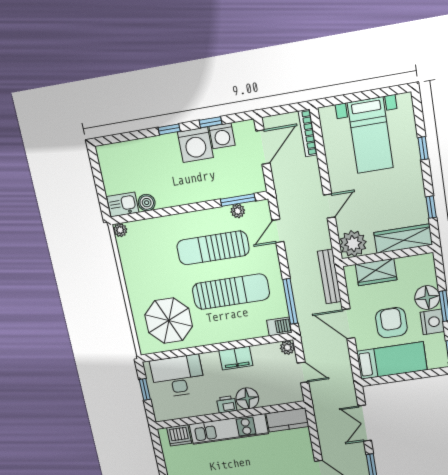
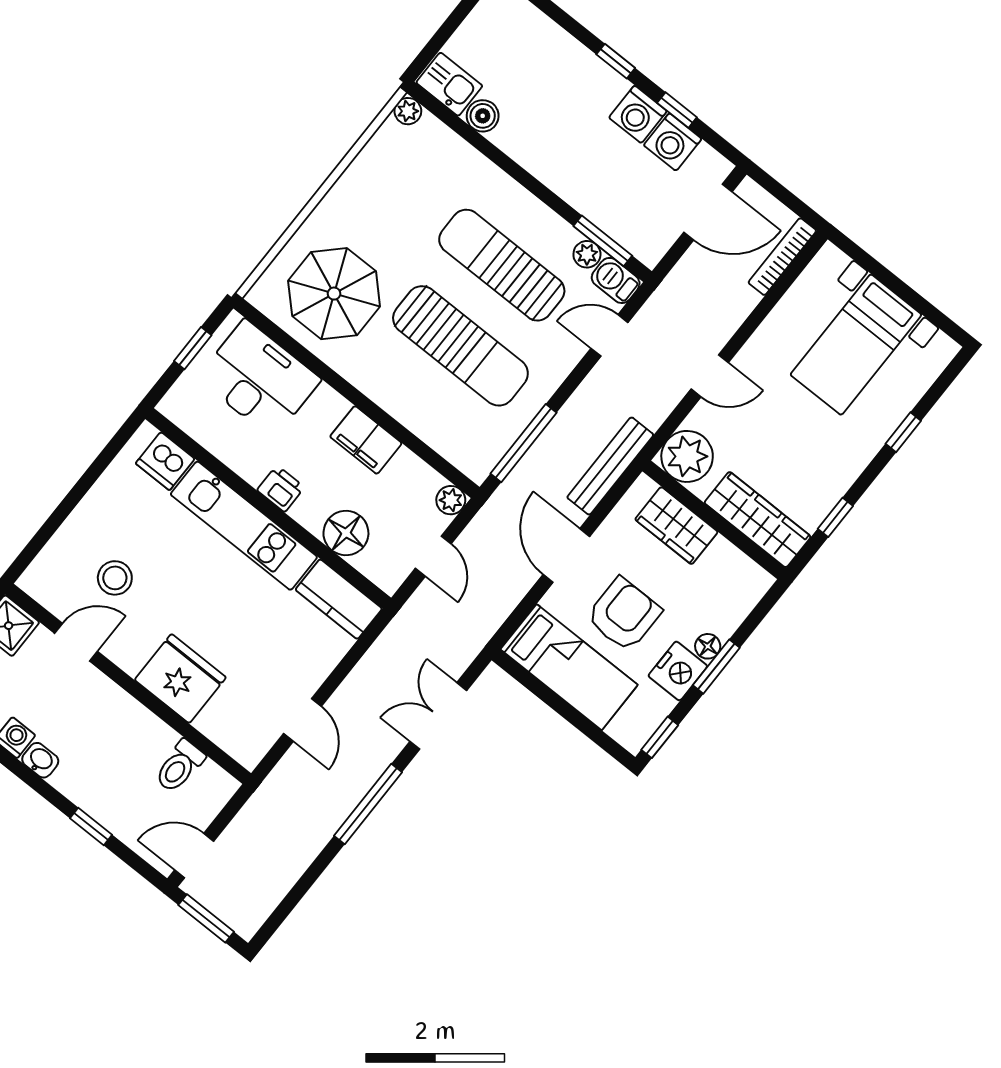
washing machine: (195, 145) -> (638, 114), width x0.73, depth x0.73
floor lamp: (427, 298) -> (708, 646), width x0.53, depth x0.53
barbecue: (279, 326) -> (616, 280), moved, turned 180
floor lamp: (247, 398) -> (346, 533), moved

